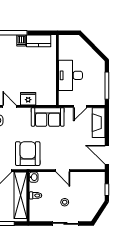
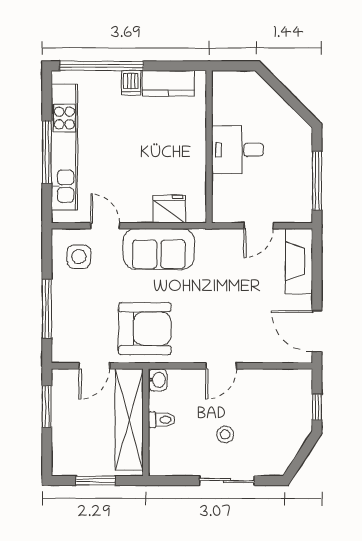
desk: (70, 75) -> (238, 150), width x0.73
fridge: (28, 99) -> (169, 209), moved
sofa: (48, 117) -> (159, 249), moved
armchair: (28, 154) -> (145, 329), turned 90
door: (63, 171) -> (221, 366), hinge flipped

